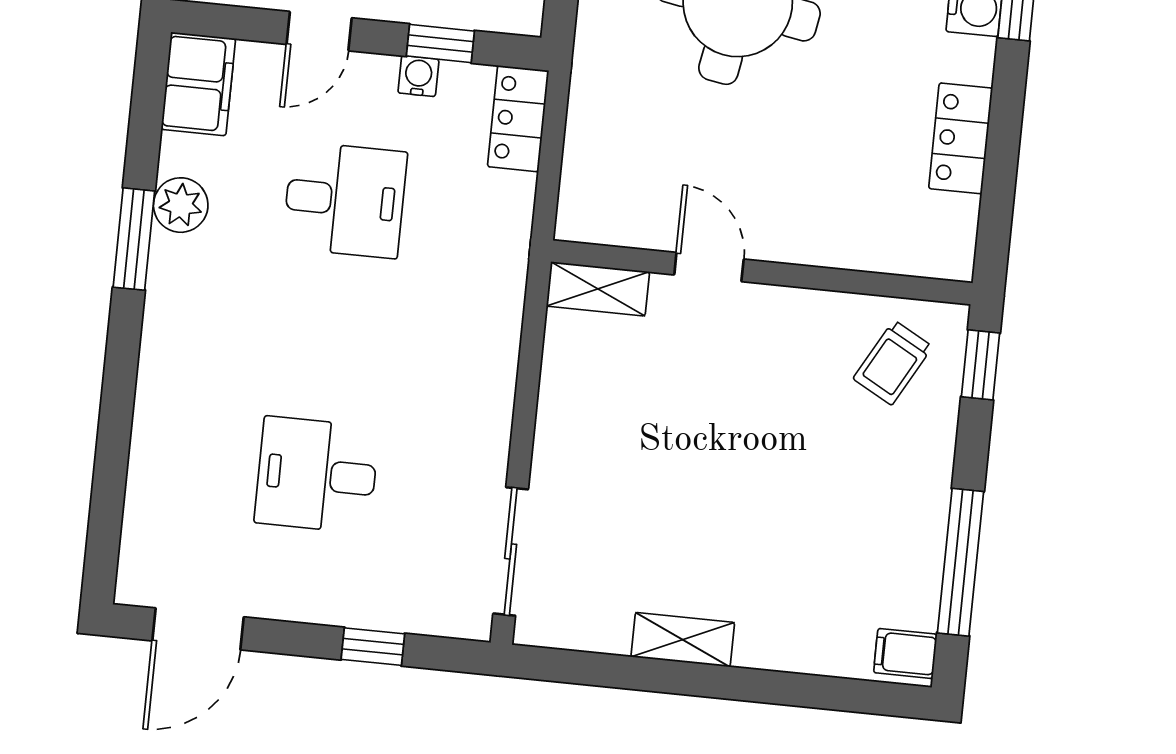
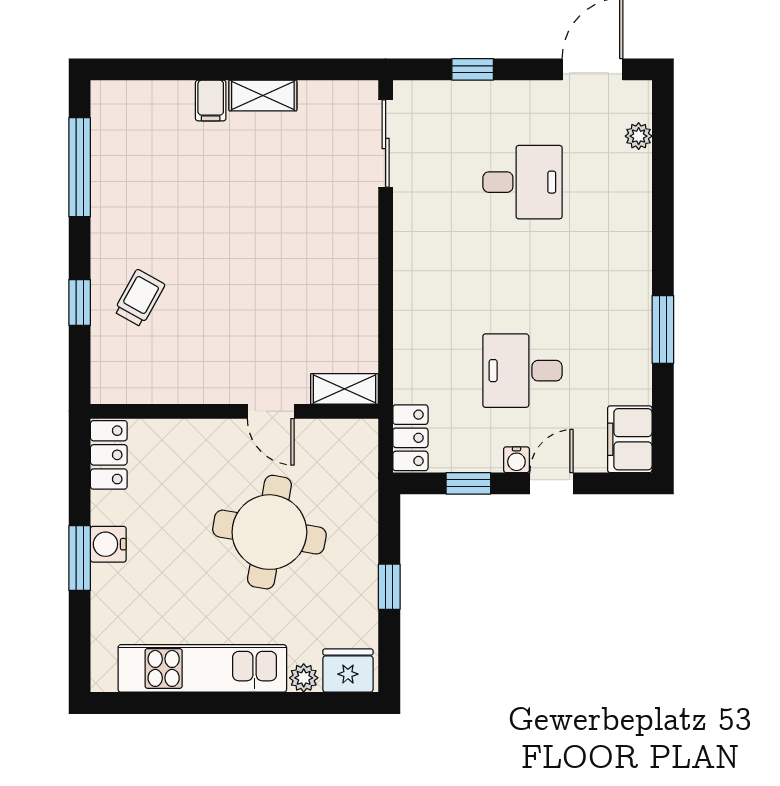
water cooler: (418, 76) -> (516, 460), moved
plant: (181, 205) -> (639, 136), moved, width x0.73, depth x0.73
door: (709, 267) -> (271, 411), moved
wall: (762, 272) -> (234, 411), moved
shelving: (598, 289) -> (345, 389), moved
filing cabinet: (905, 653) -> (211, 100), moved, turned 90

